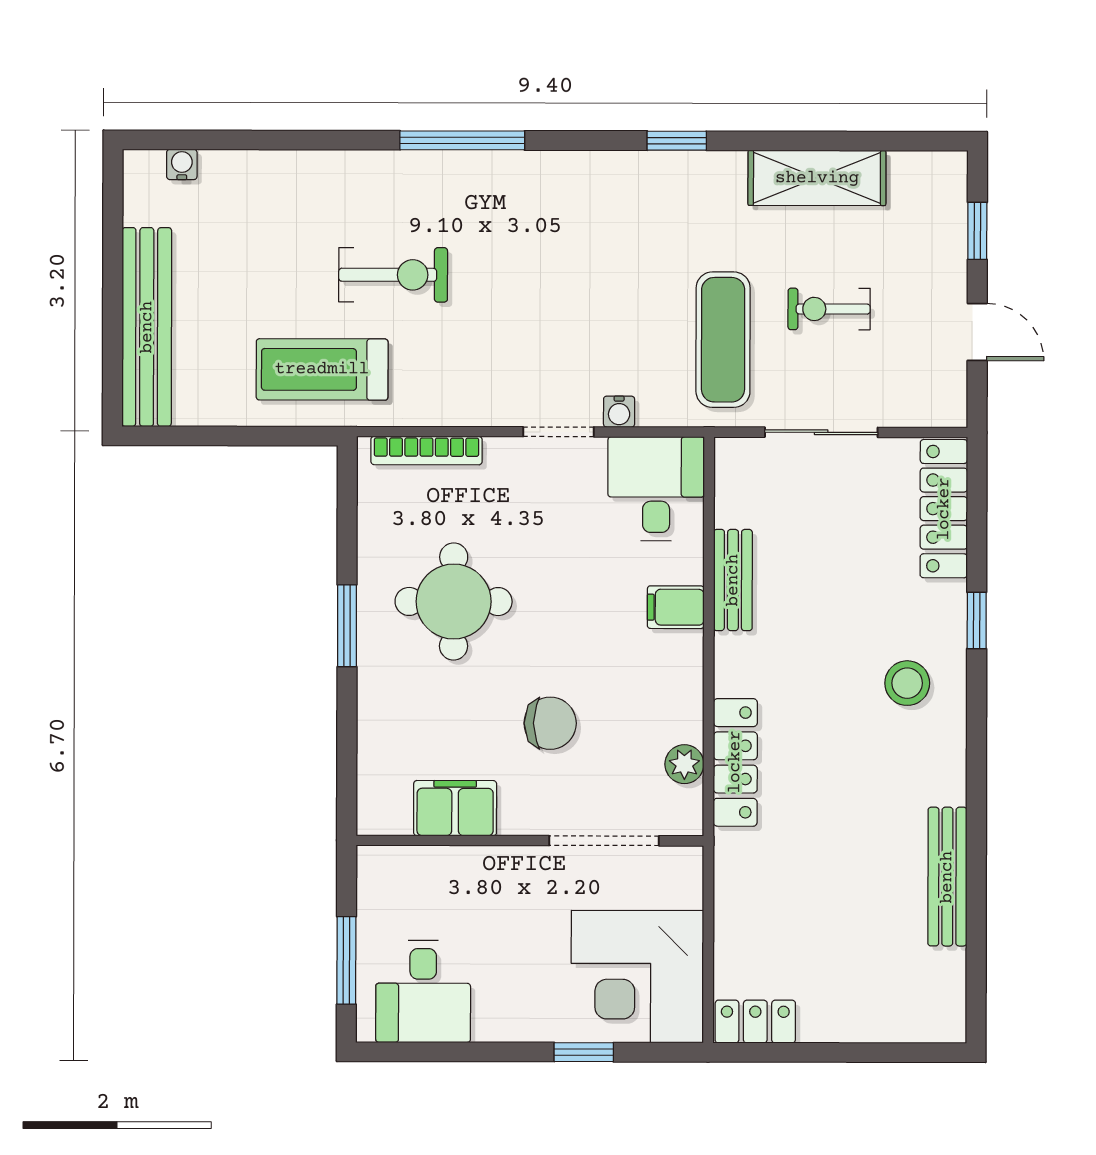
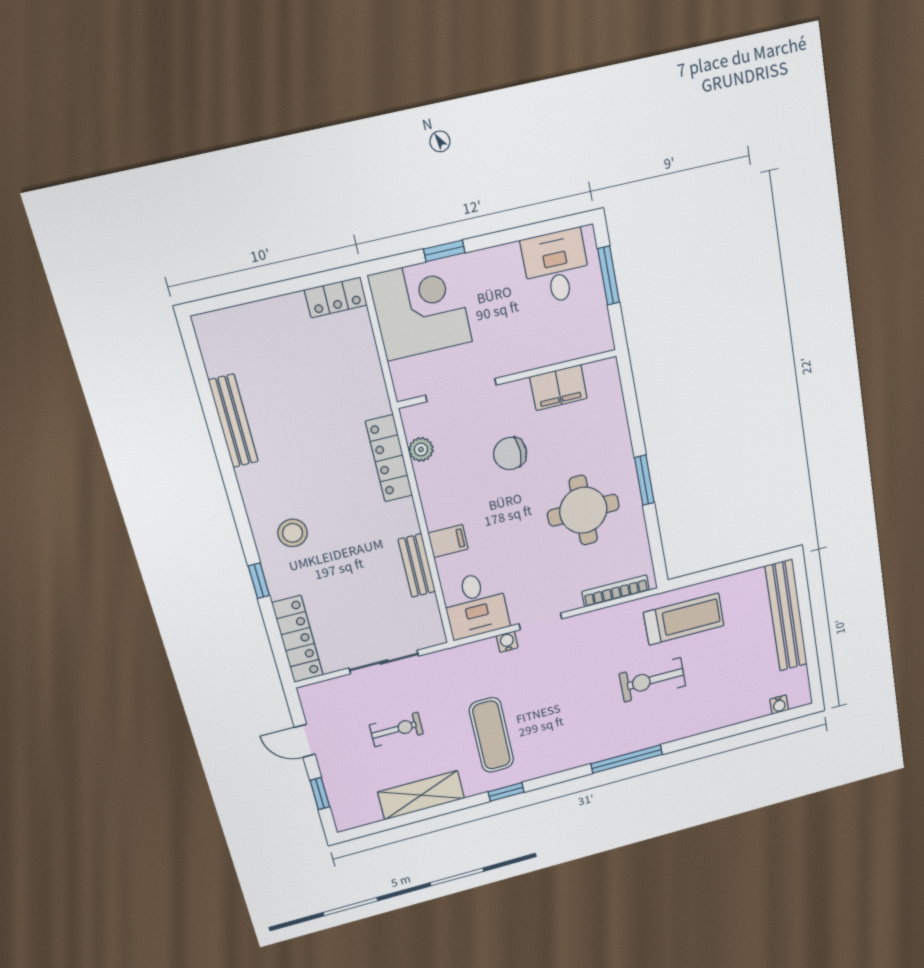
exercise mat: (723, 340) -> (491, 735), moved

